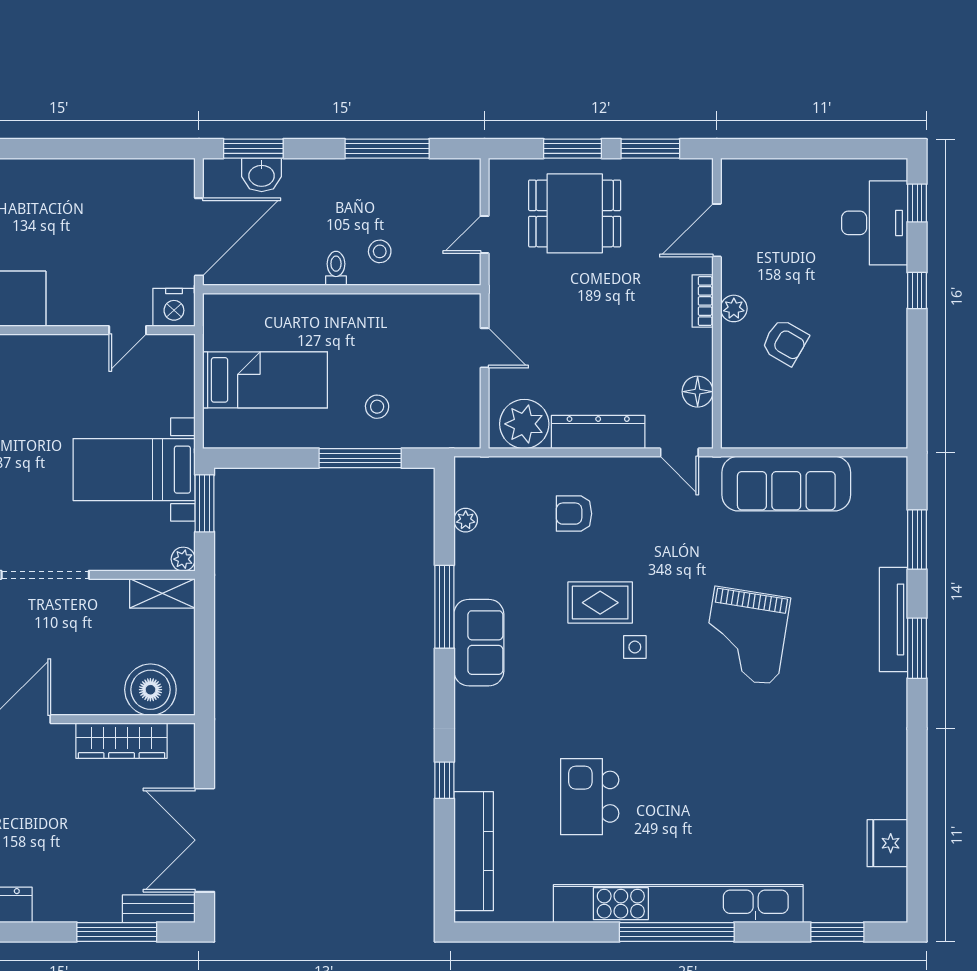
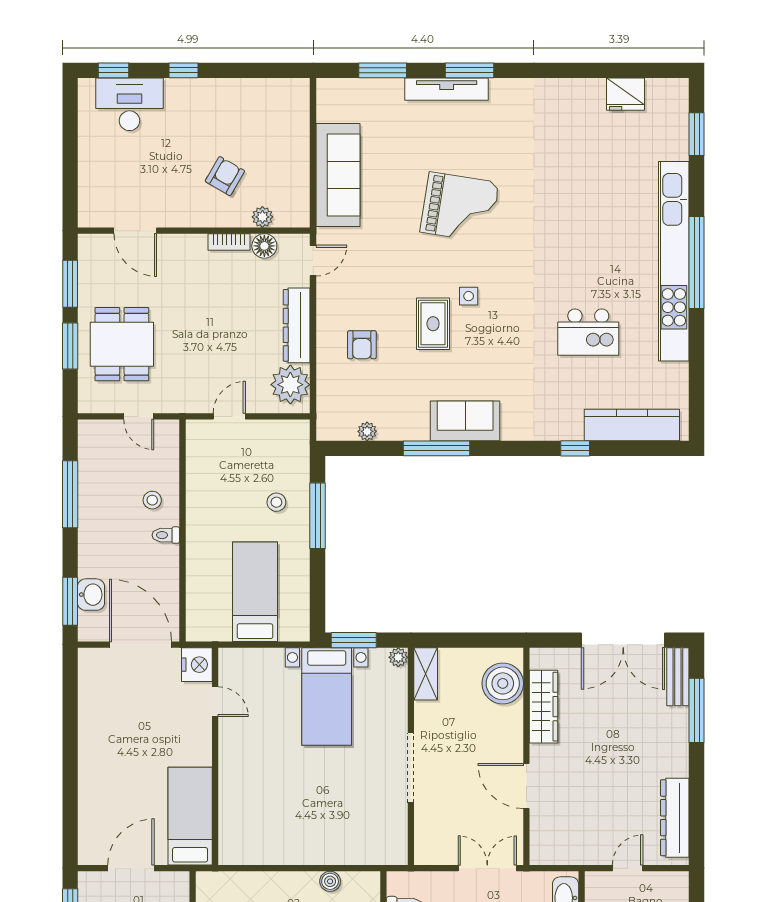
bookcase: (703, 301) -> (229, 242), moved
plant: (734, 308) -> (262, 217), moved

